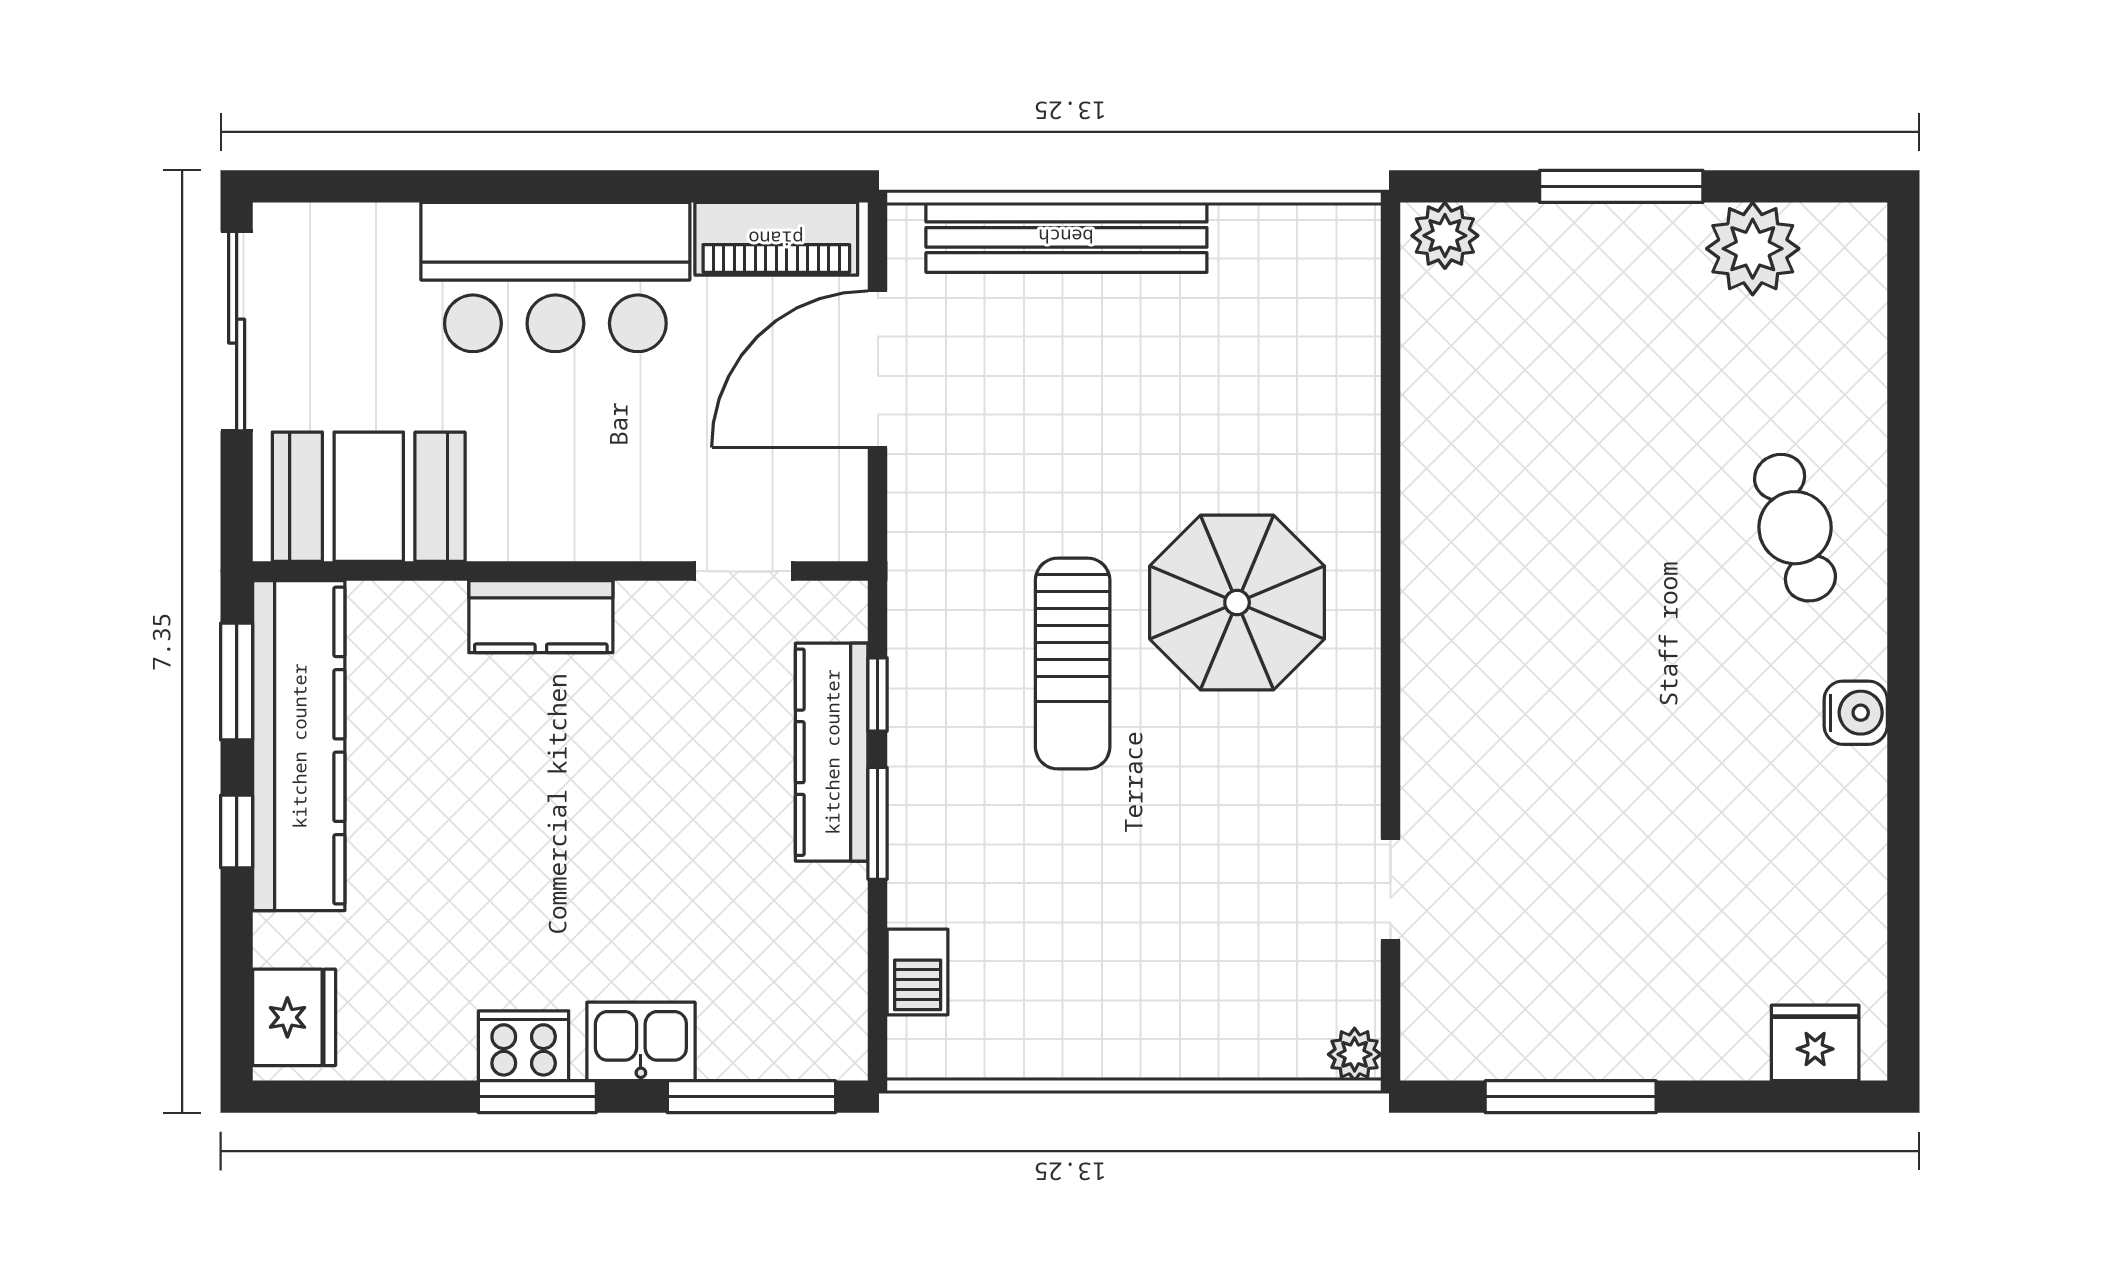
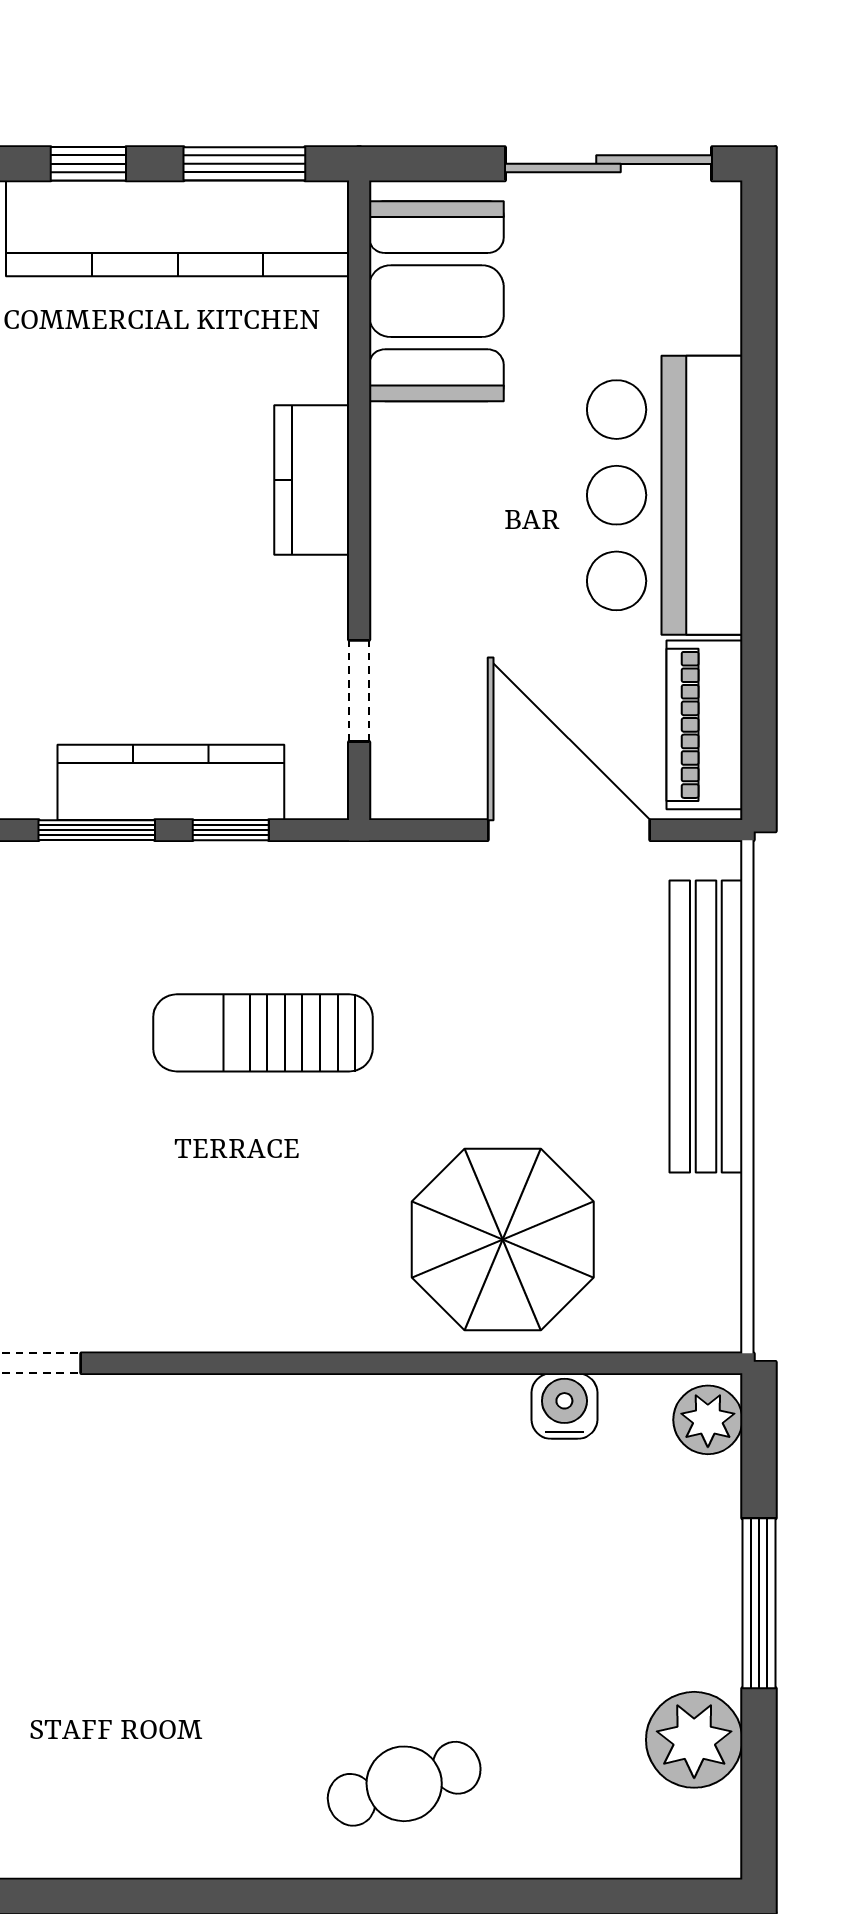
parasol: (1237, 603) -> (503, 1239), moved
water cooler: (1856, 713) -> (564, 1406), moved, turned 180

